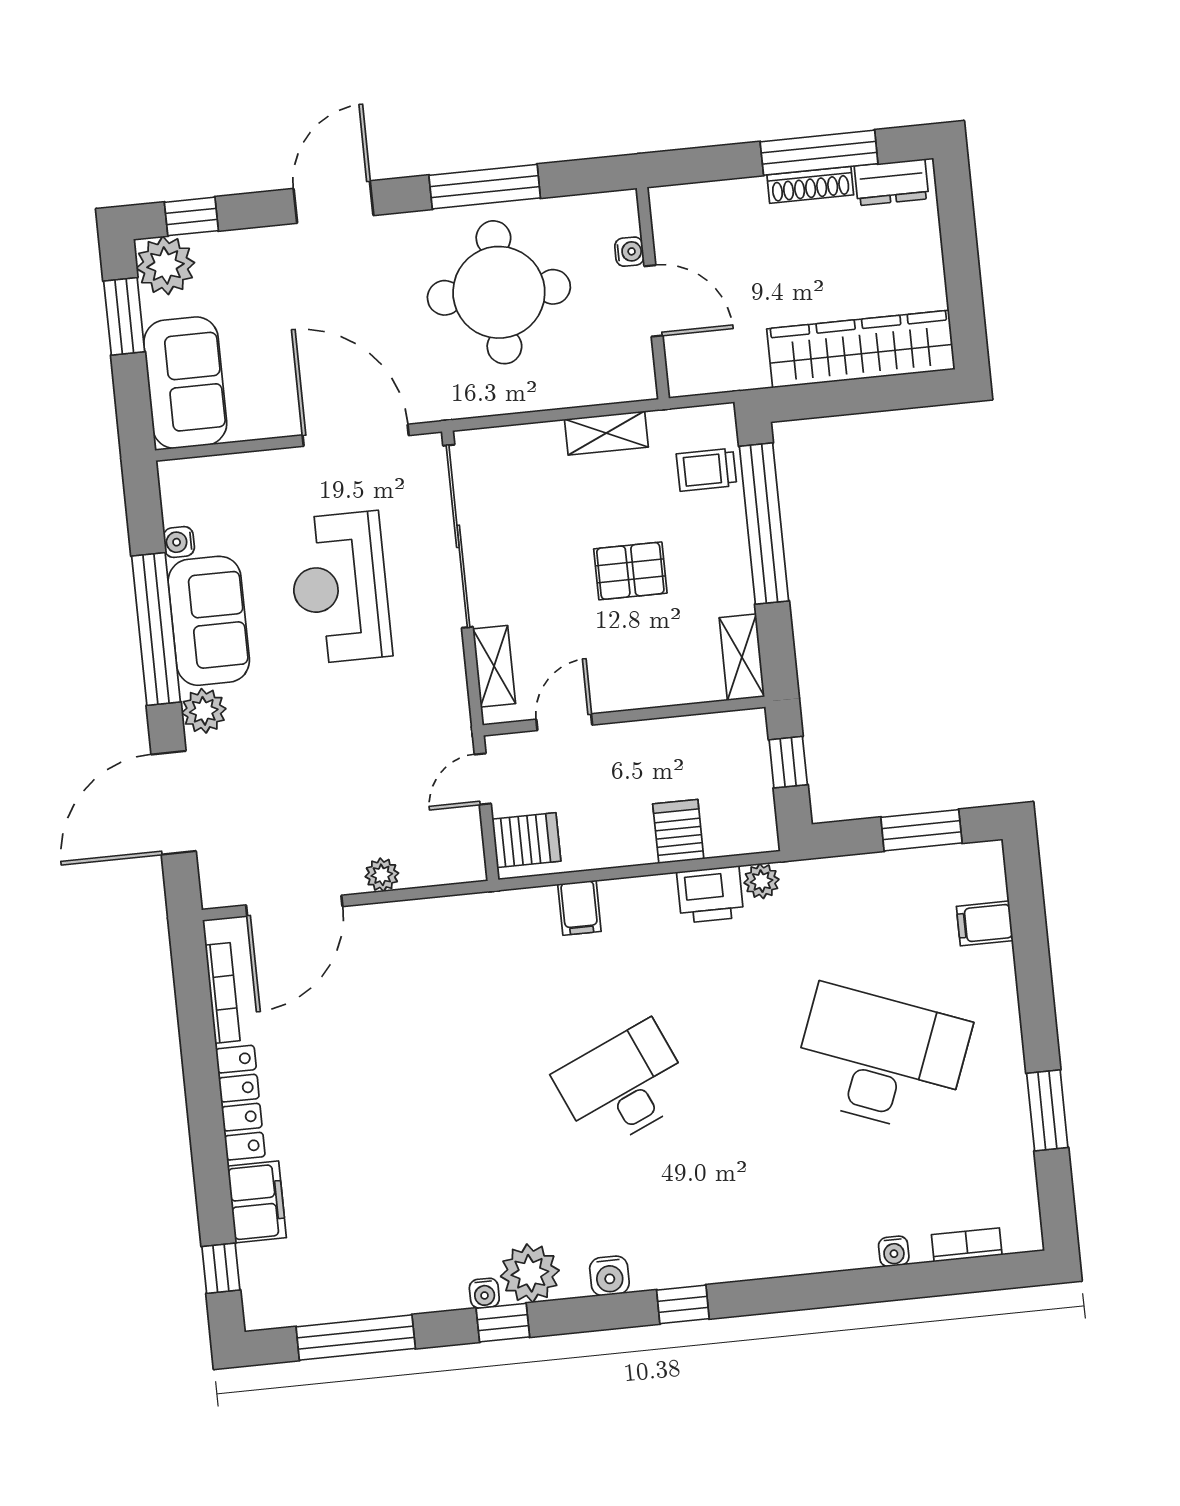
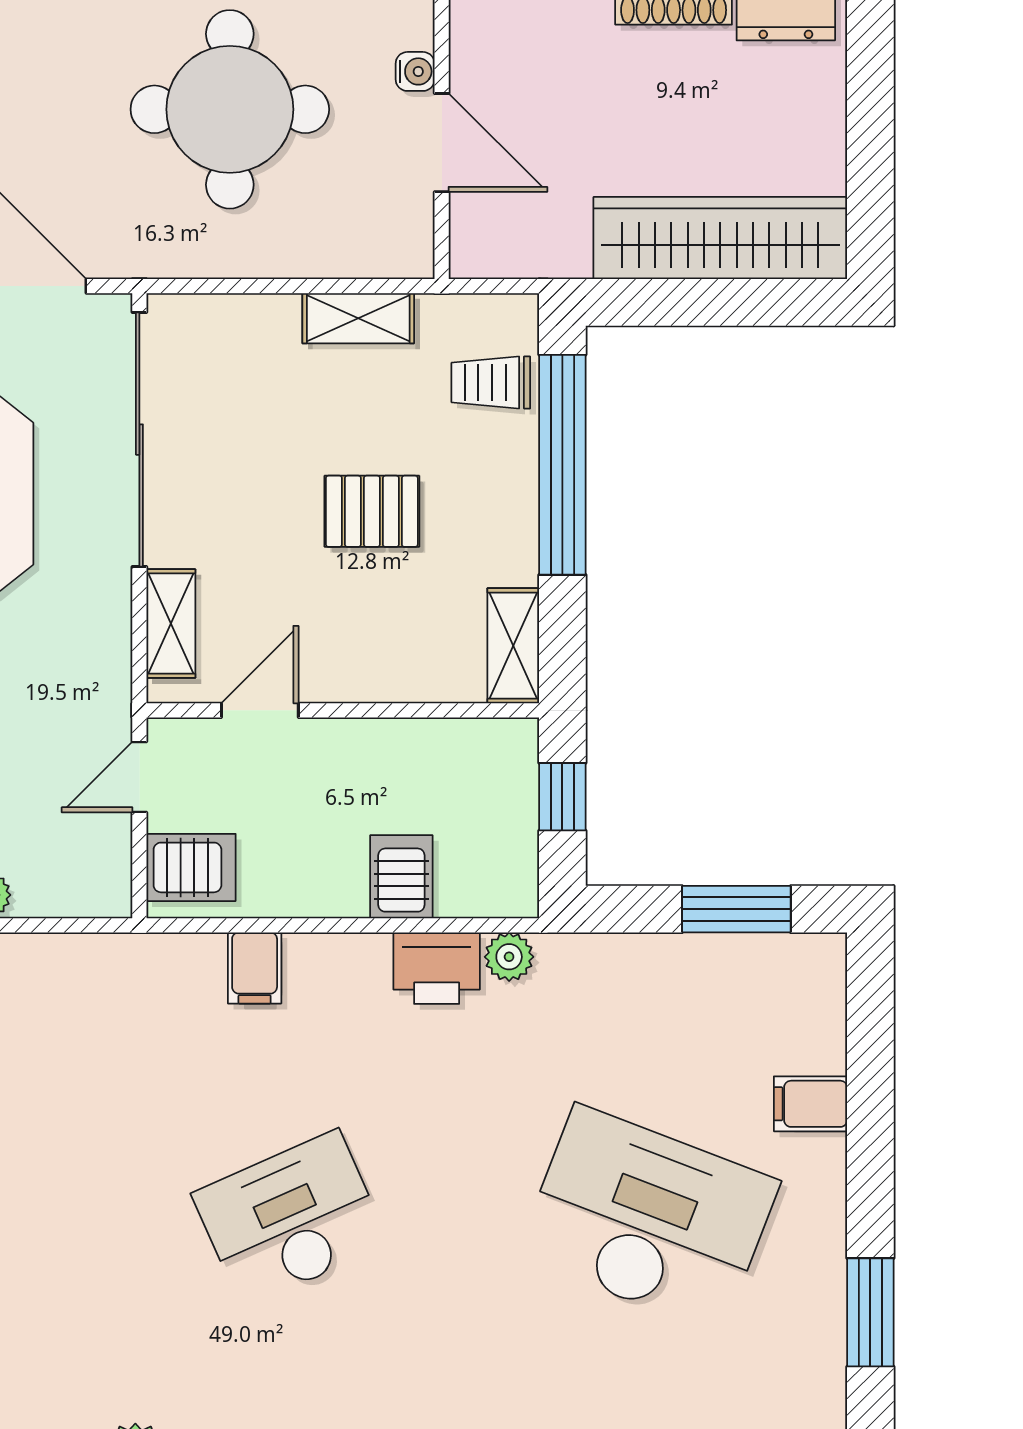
filing cabinet: (985, 923) -> (811, 1104), moved

